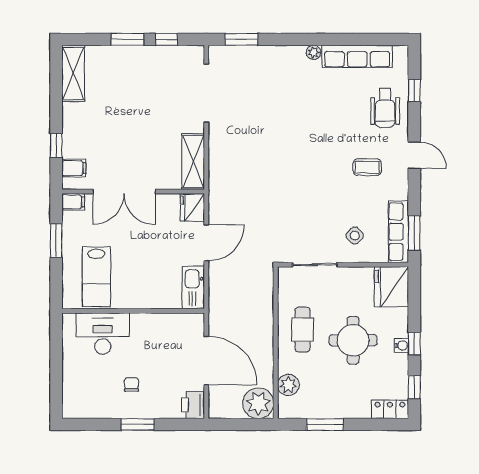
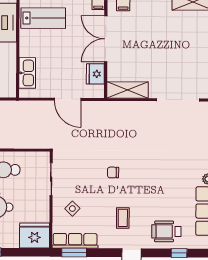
chair: (305, 181) -> (113, 172), added
fridge: (192, 207) -> (95, 74), moved, turned -90
lab bench: (96, 277) -> (43, 18), turned 180
kitchen sink: (193, 287) -> (27, 73), moved, turned 90

